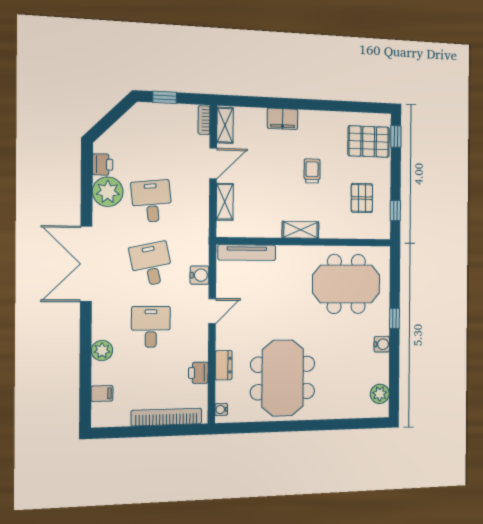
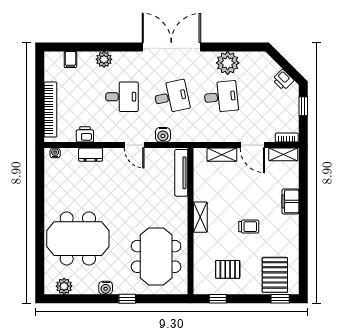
printer: (103, 164) -> (283, 80), moved, turned 45
meeting table: (283, 378) -> (78, 239), moved

